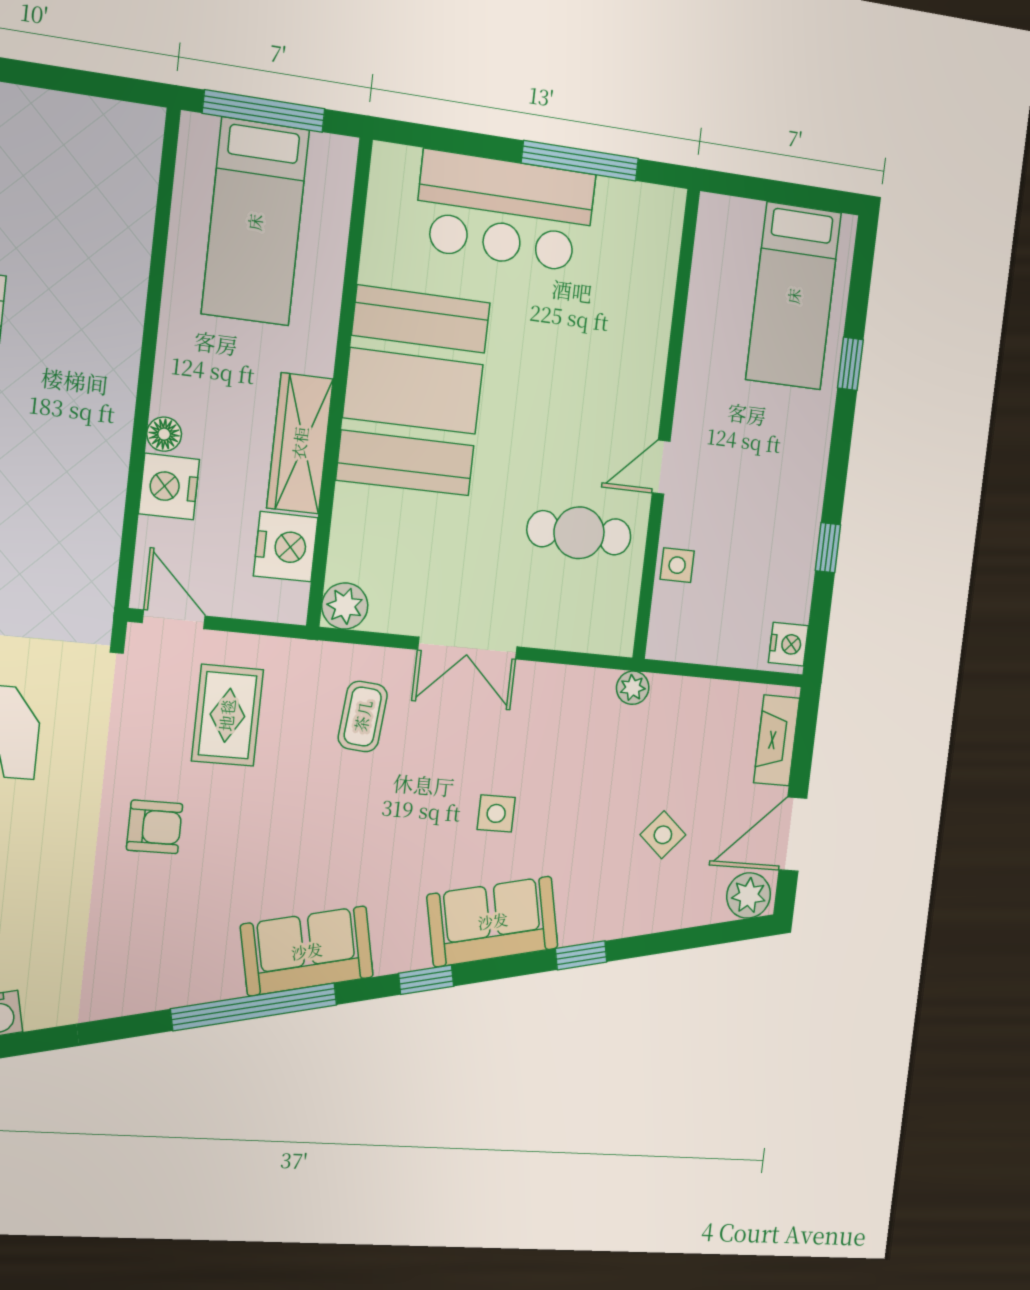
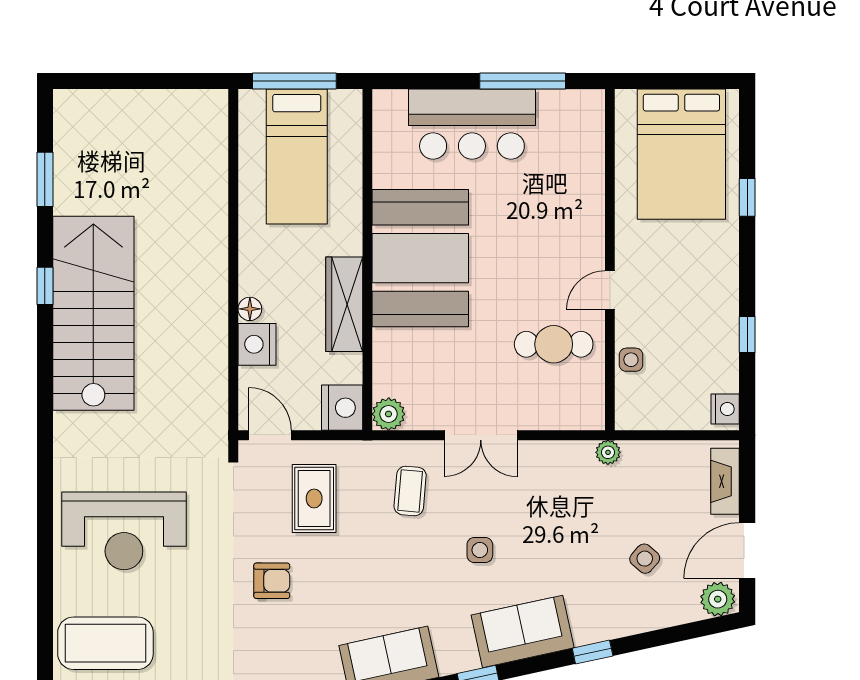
bed: (794, 296) -> (681, 154), width x1.50
nightstand: (286, 547) -> (342, 408), moved
side table: (496, 813) -> (480, 550), moved

